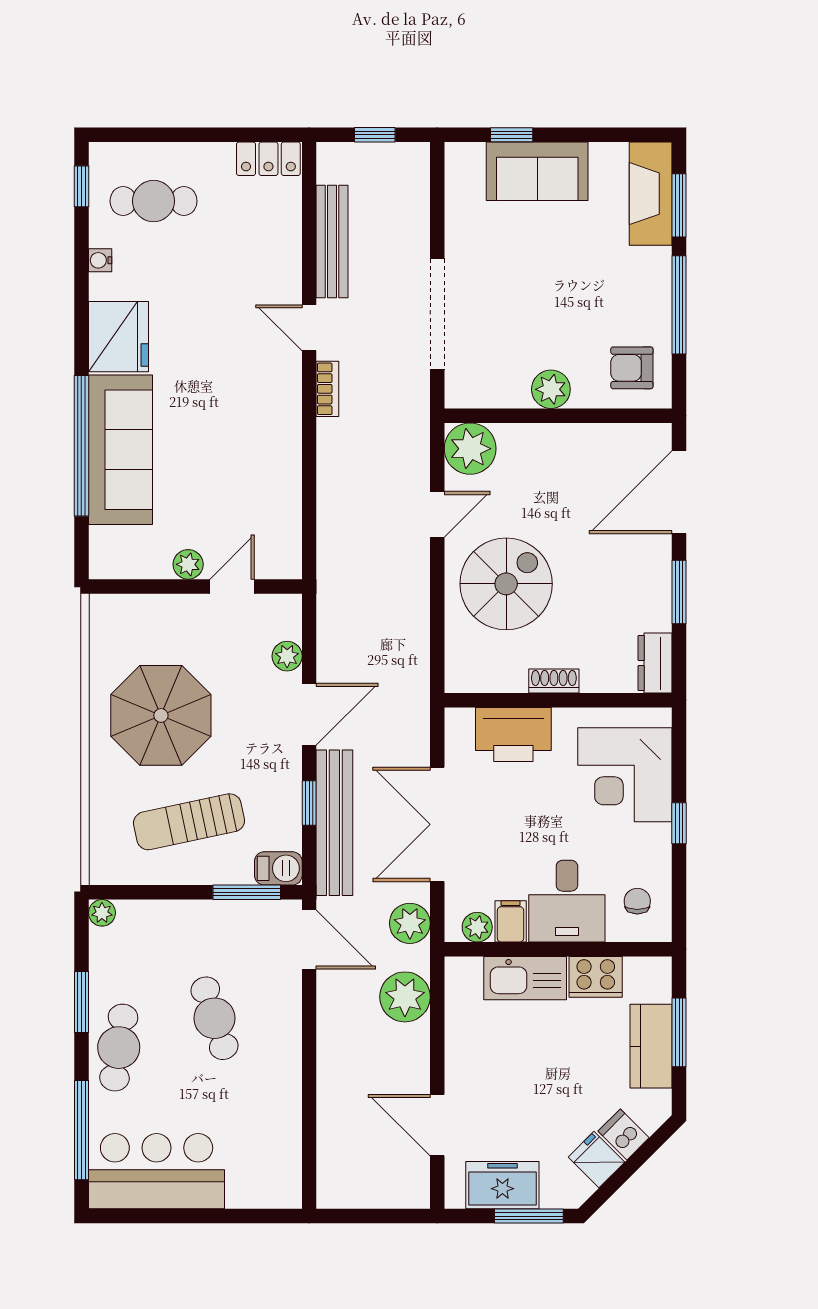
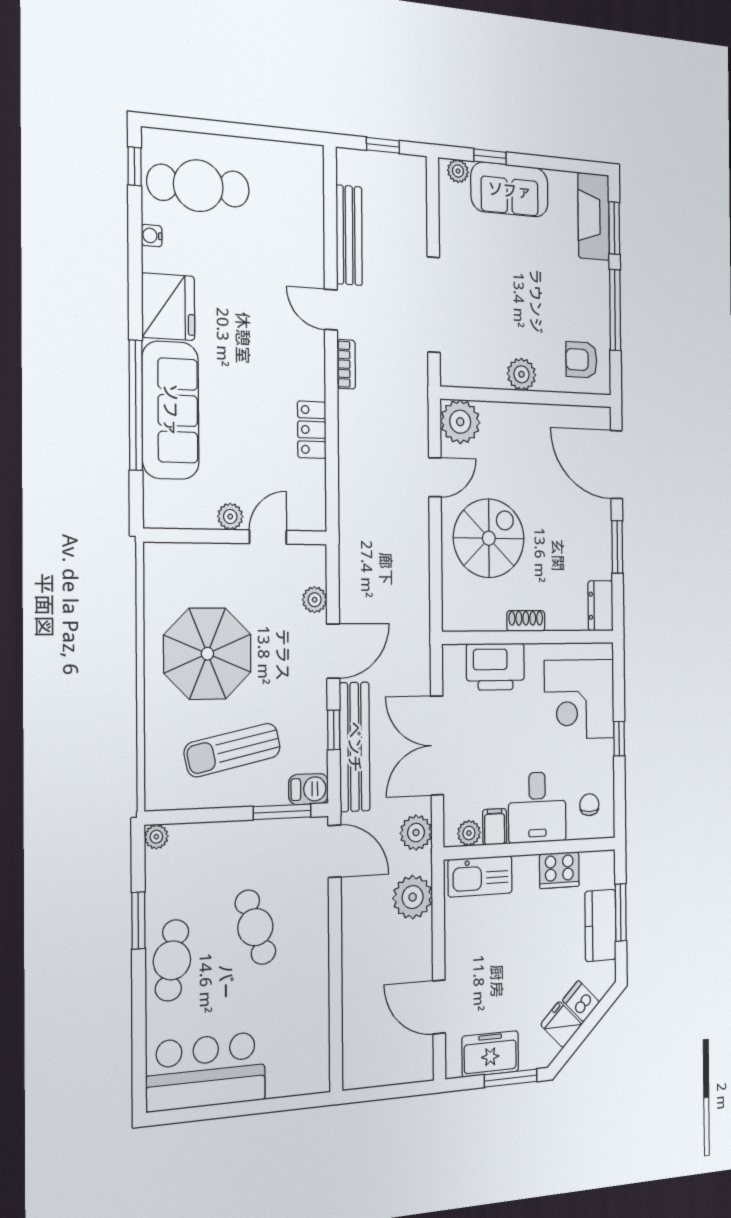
plant: (470, 155) -> (458, 171), added
locker: (268, 159) -> (312, 430), moved, turned 90
cafe table: (154, 201) -> (198, 186), width x1.37, depth x1.35
door: (679, 492) -> (617, 465), hinge flipped
kitchen sink: (525, 978) -> (480, 876), moved
window: (81, 1130) -> (139, 1040), removed

